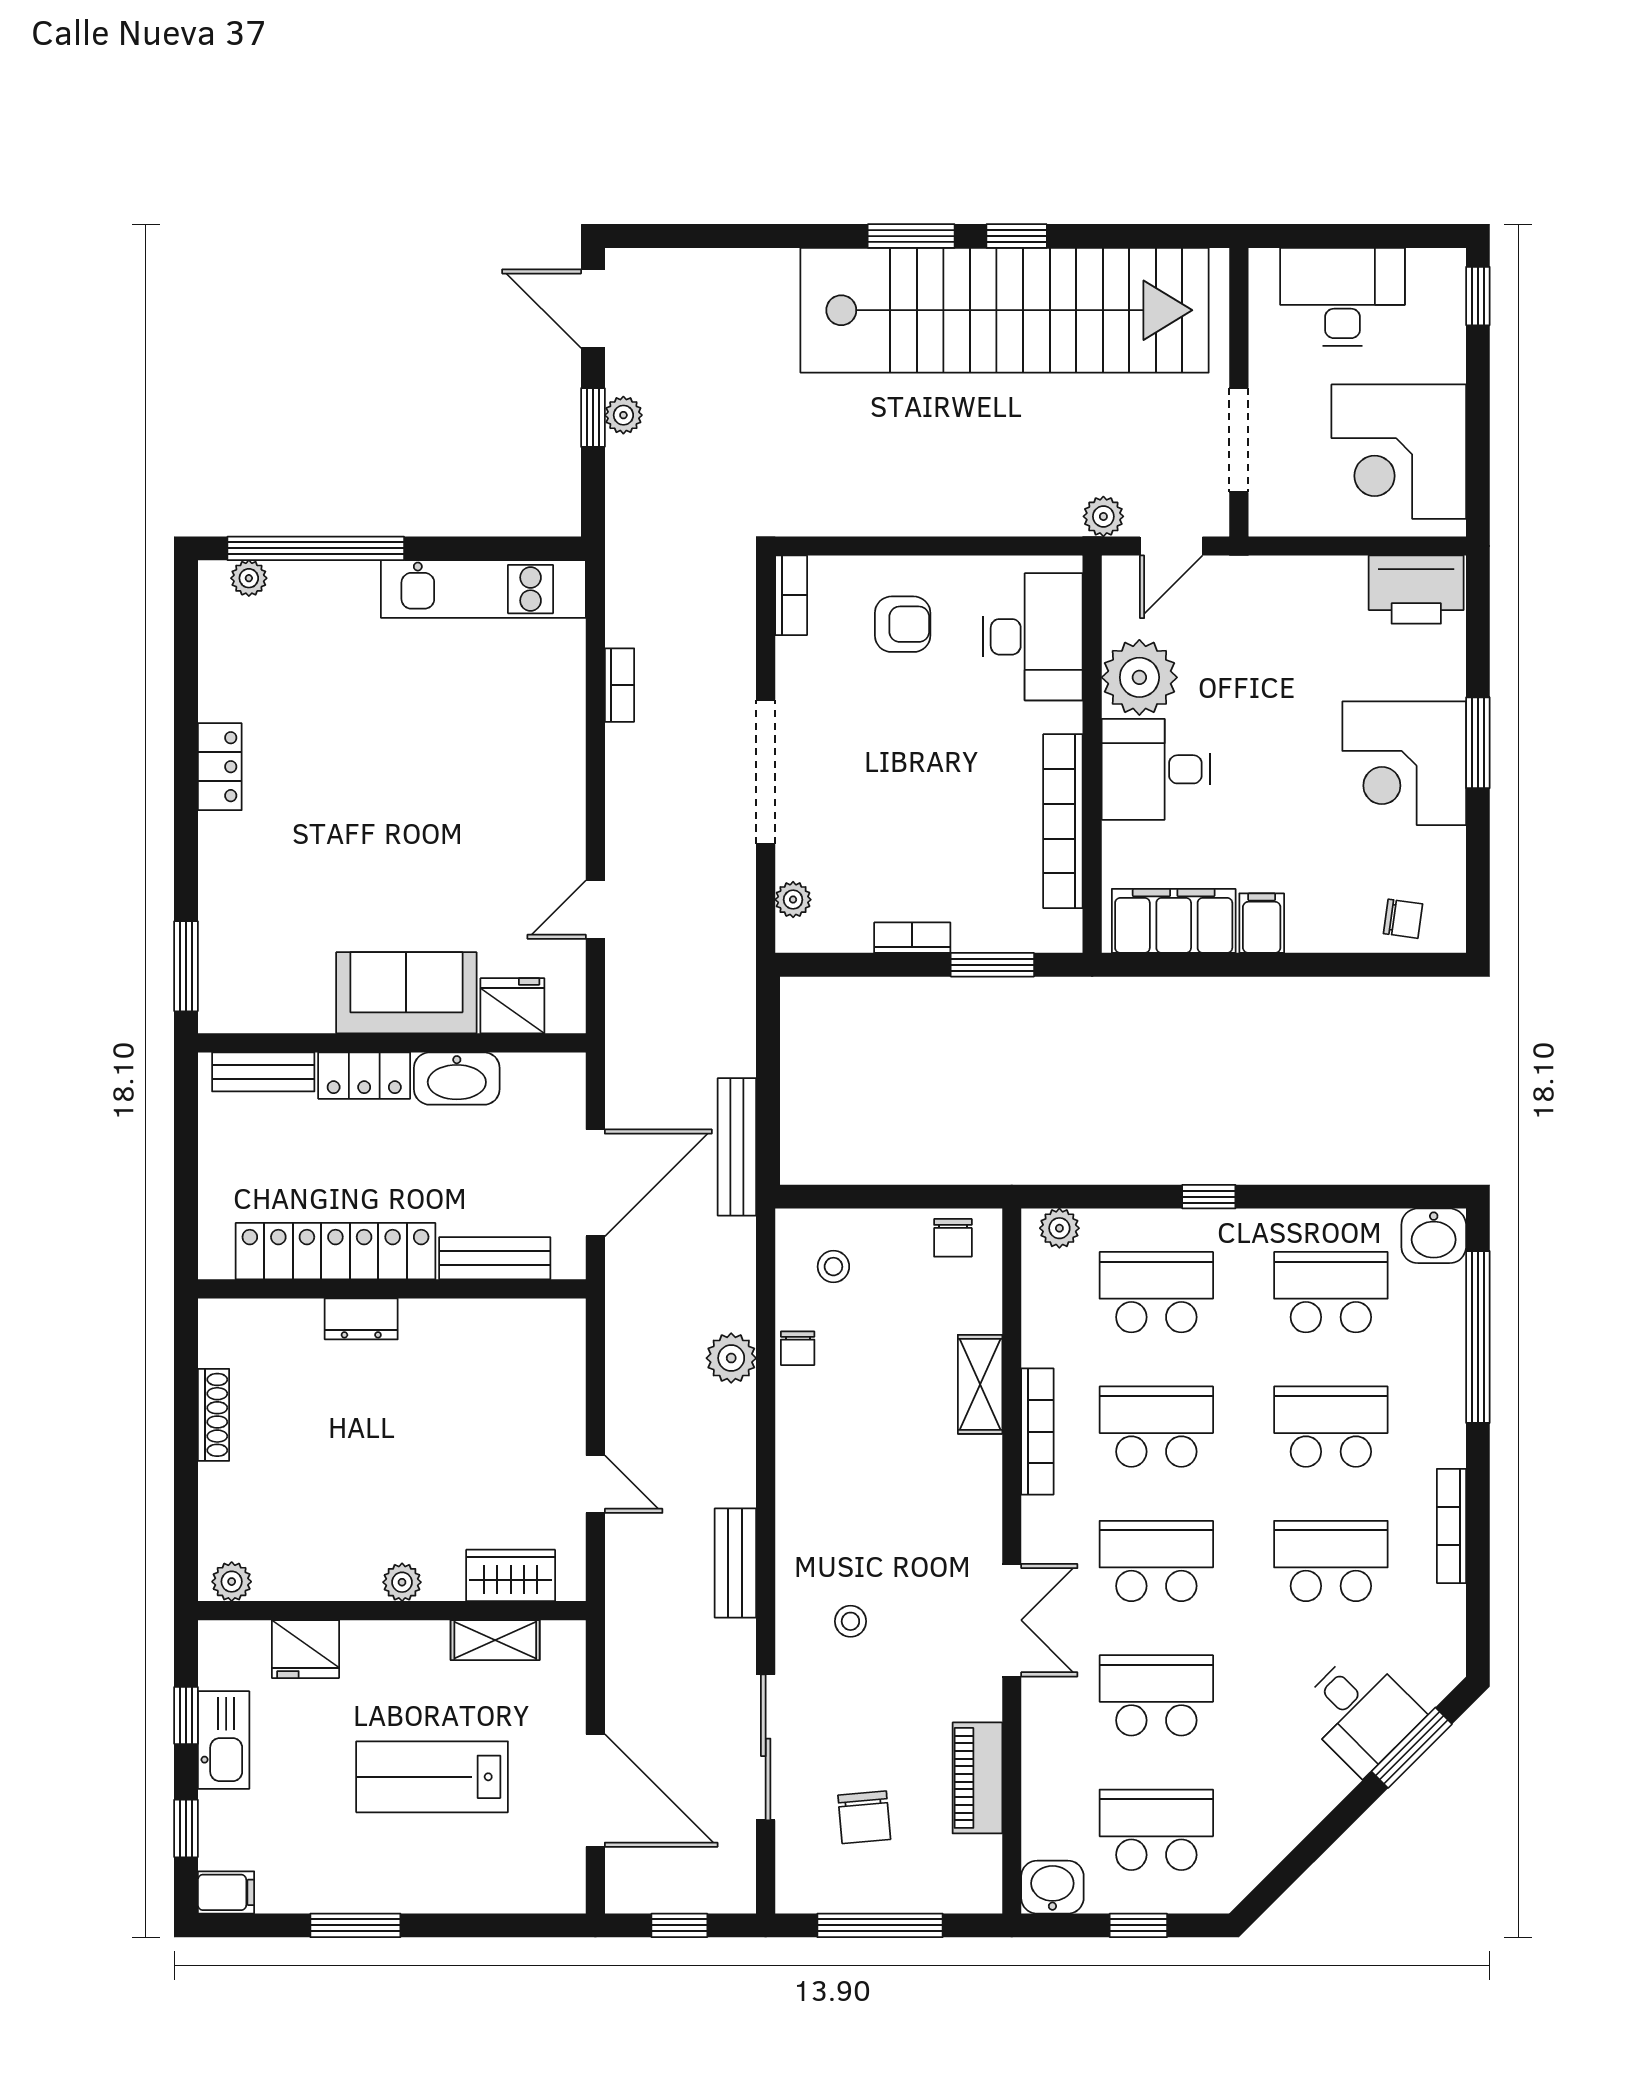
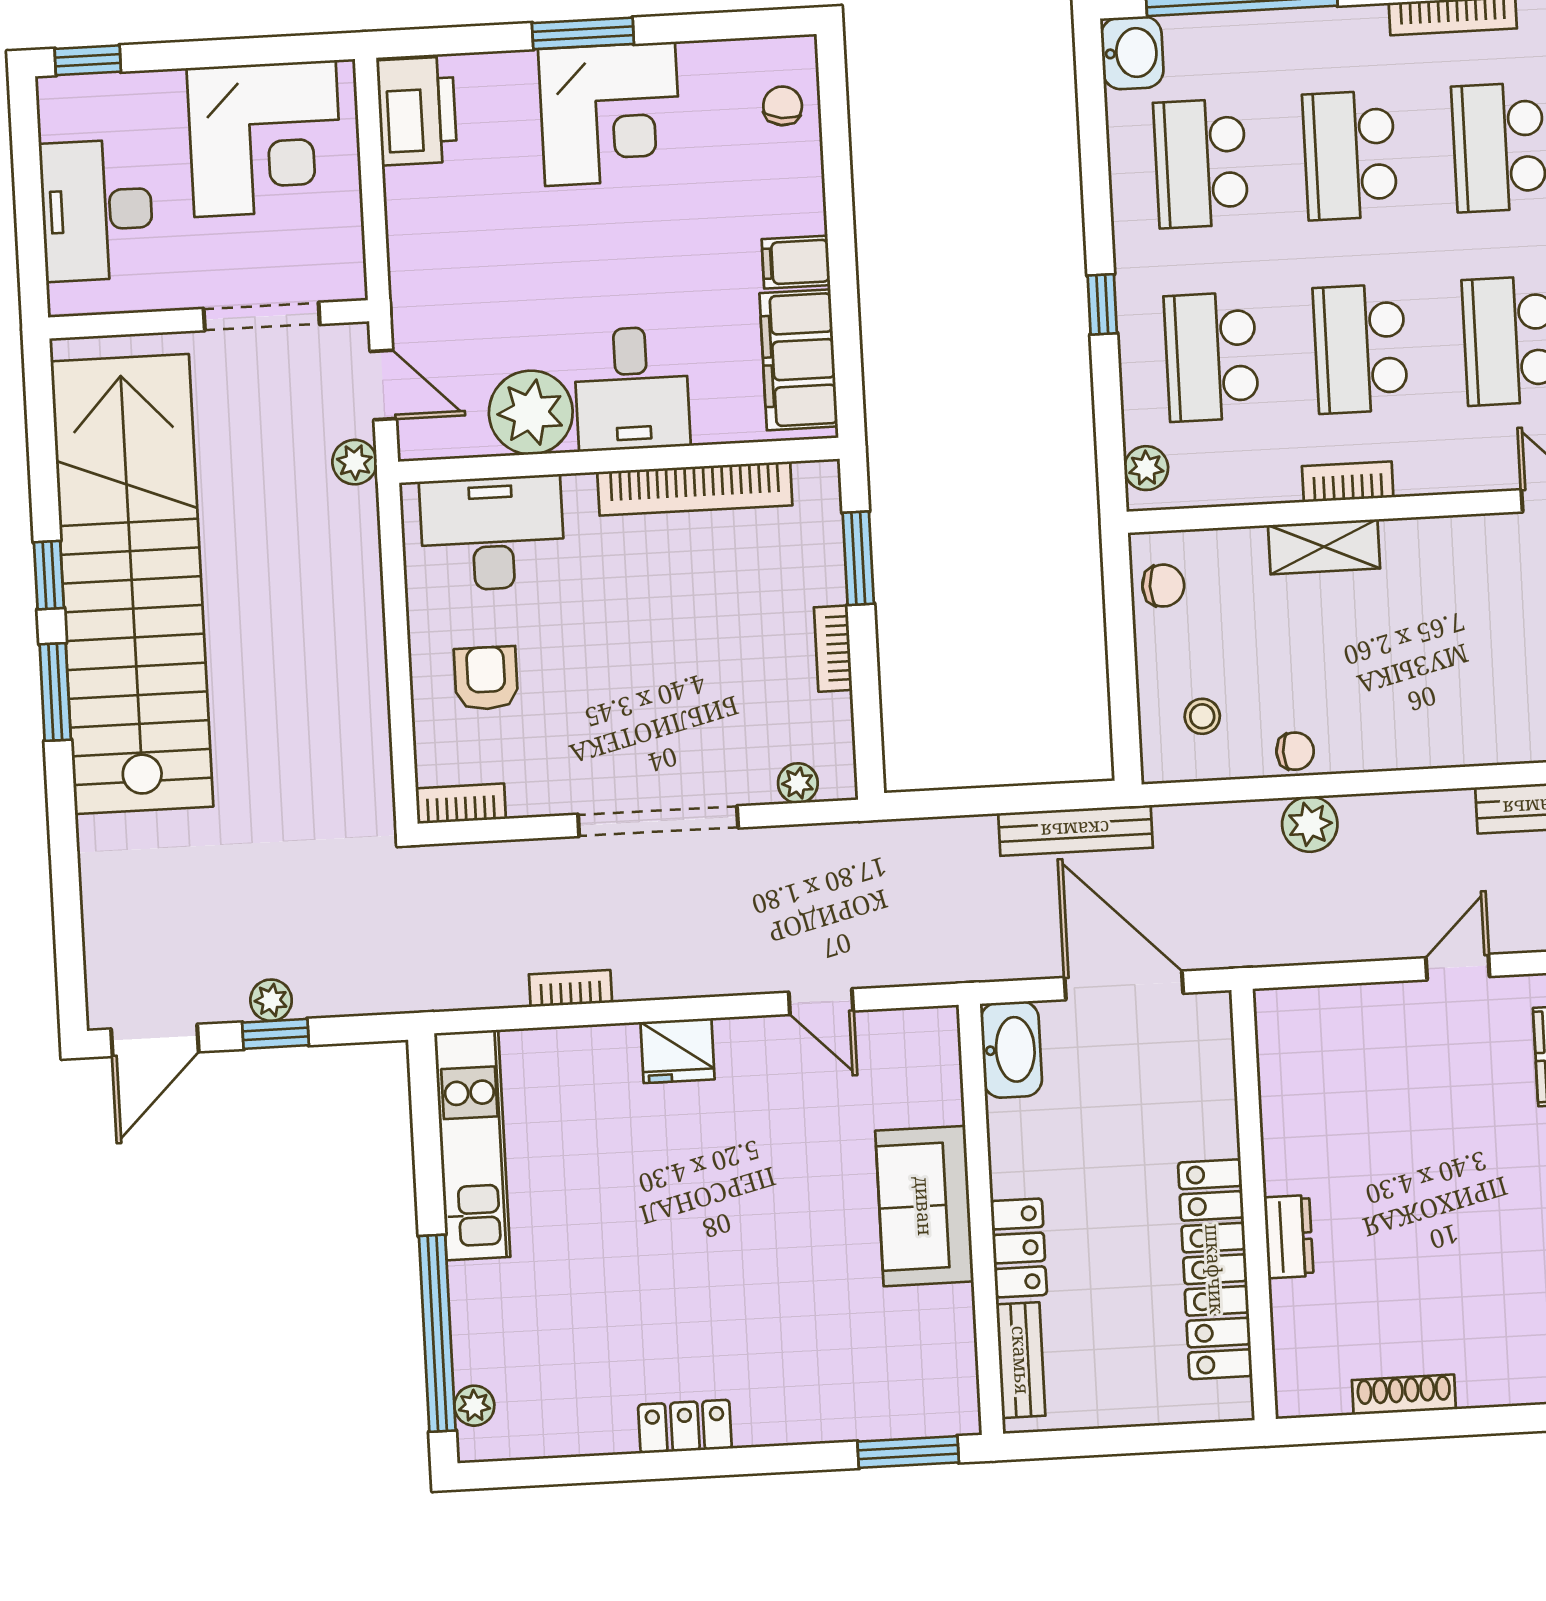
fridge: (512, 1006) -> (677, 1051), moved, turned -90
washbasin: (457, 1079) -> (1011, 1050), moved
bench: (495, 1258) -> (1213, 1092), removed
bookcase: (1037, 1432) -> (1348, 482), width x0.64

